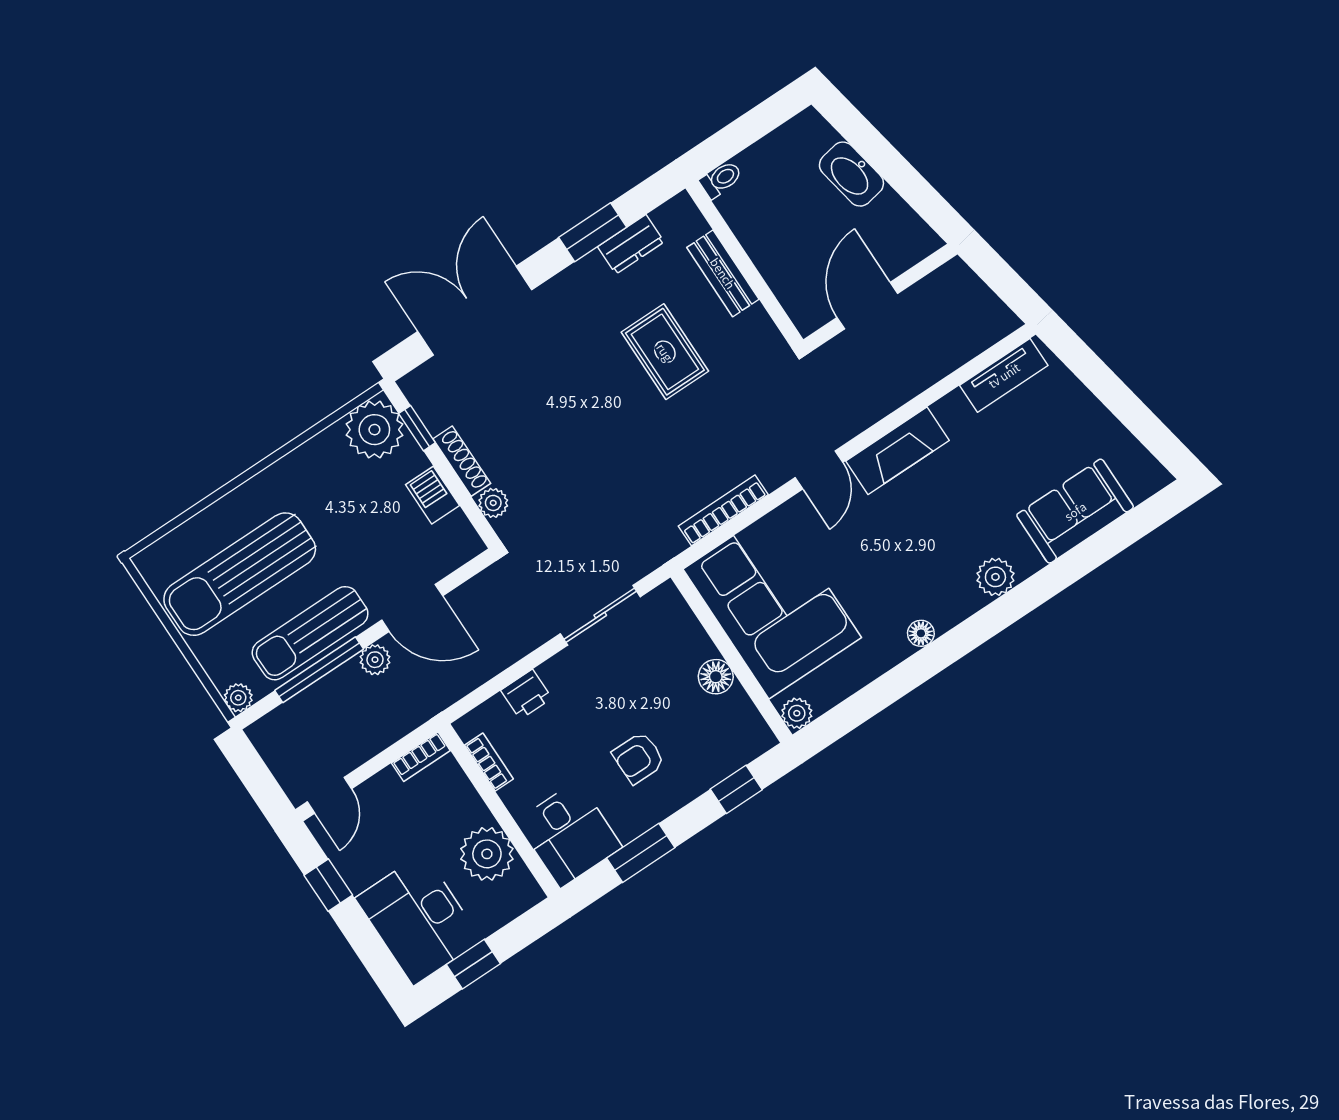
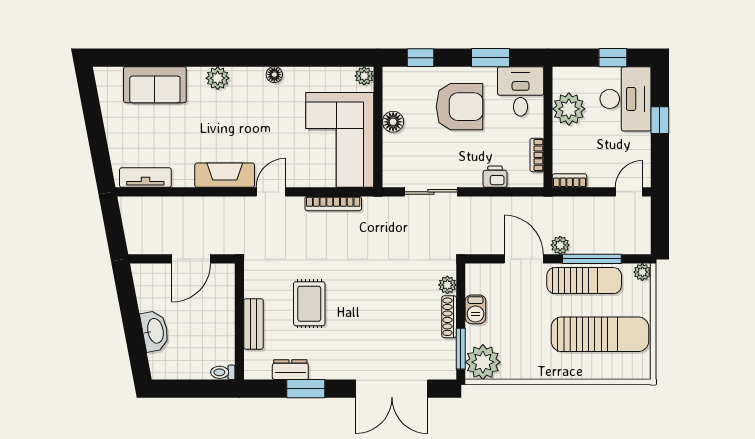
window: (417, 428) -> (461, 349), width x1.50
armchair: (638, 758) -> (460, 107), width x1.88, depth x1.88
window: (328, 885) -> (660, 120), moved

